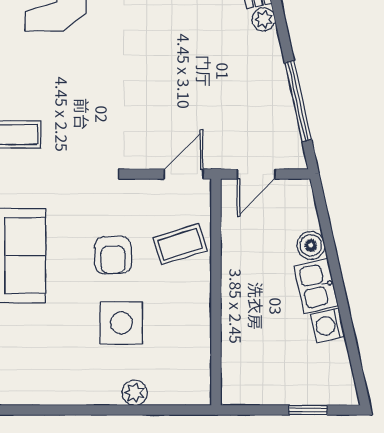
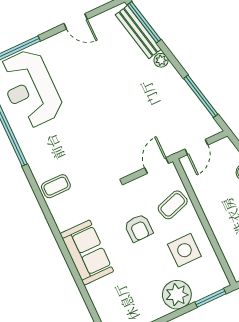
side table: (121, 323) -> (184, 250), moved
plant: (135, 393) -> (177, 295), width x1.88, depth x1.88
window: (172, 410) -> (211, 298), added

